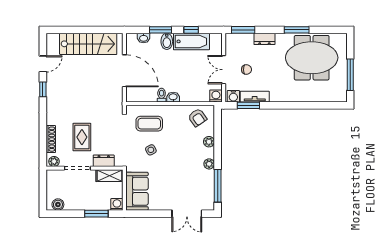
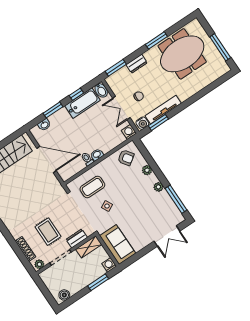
bidet: (167, 41) -> (101, 90), moved
tv unit: (255, 97) -> (163, 110), width x1.41

